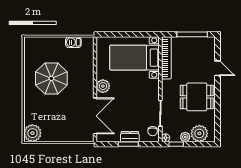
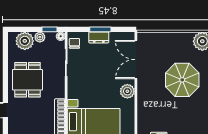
parasol: (51, 78) -> (182, 80), moved
dining table: (197, 97) -> (27, 80), turned 90

